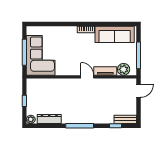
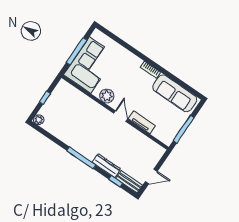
plant: (124, 69) -> (107, 96), moved
door: (139, 91) -> (151, 177), moved
dresser: (49, 119) -> (106, 166), moved

